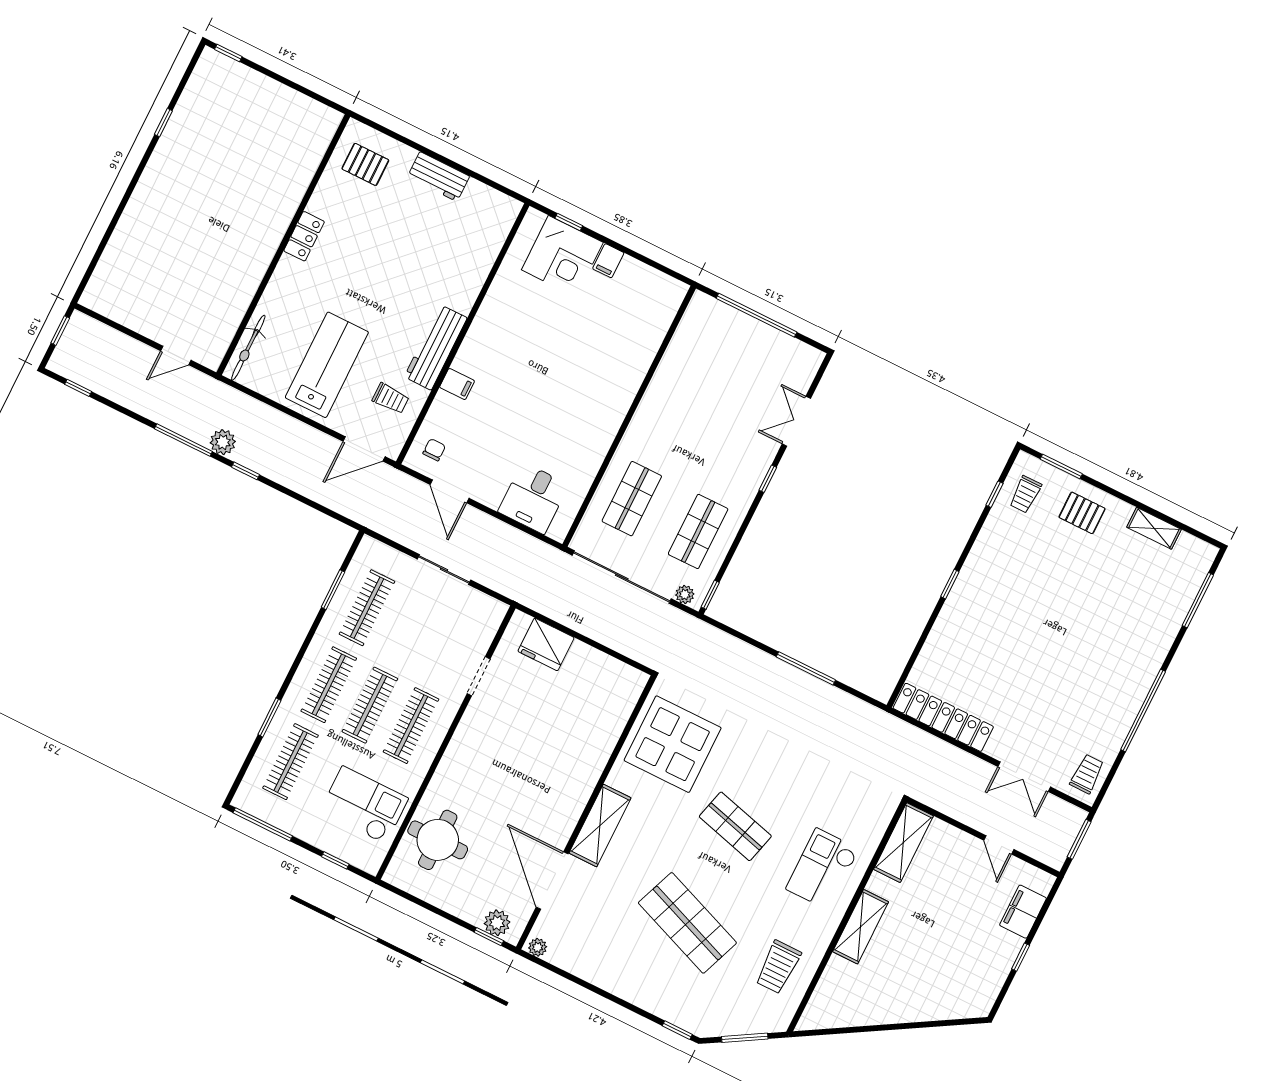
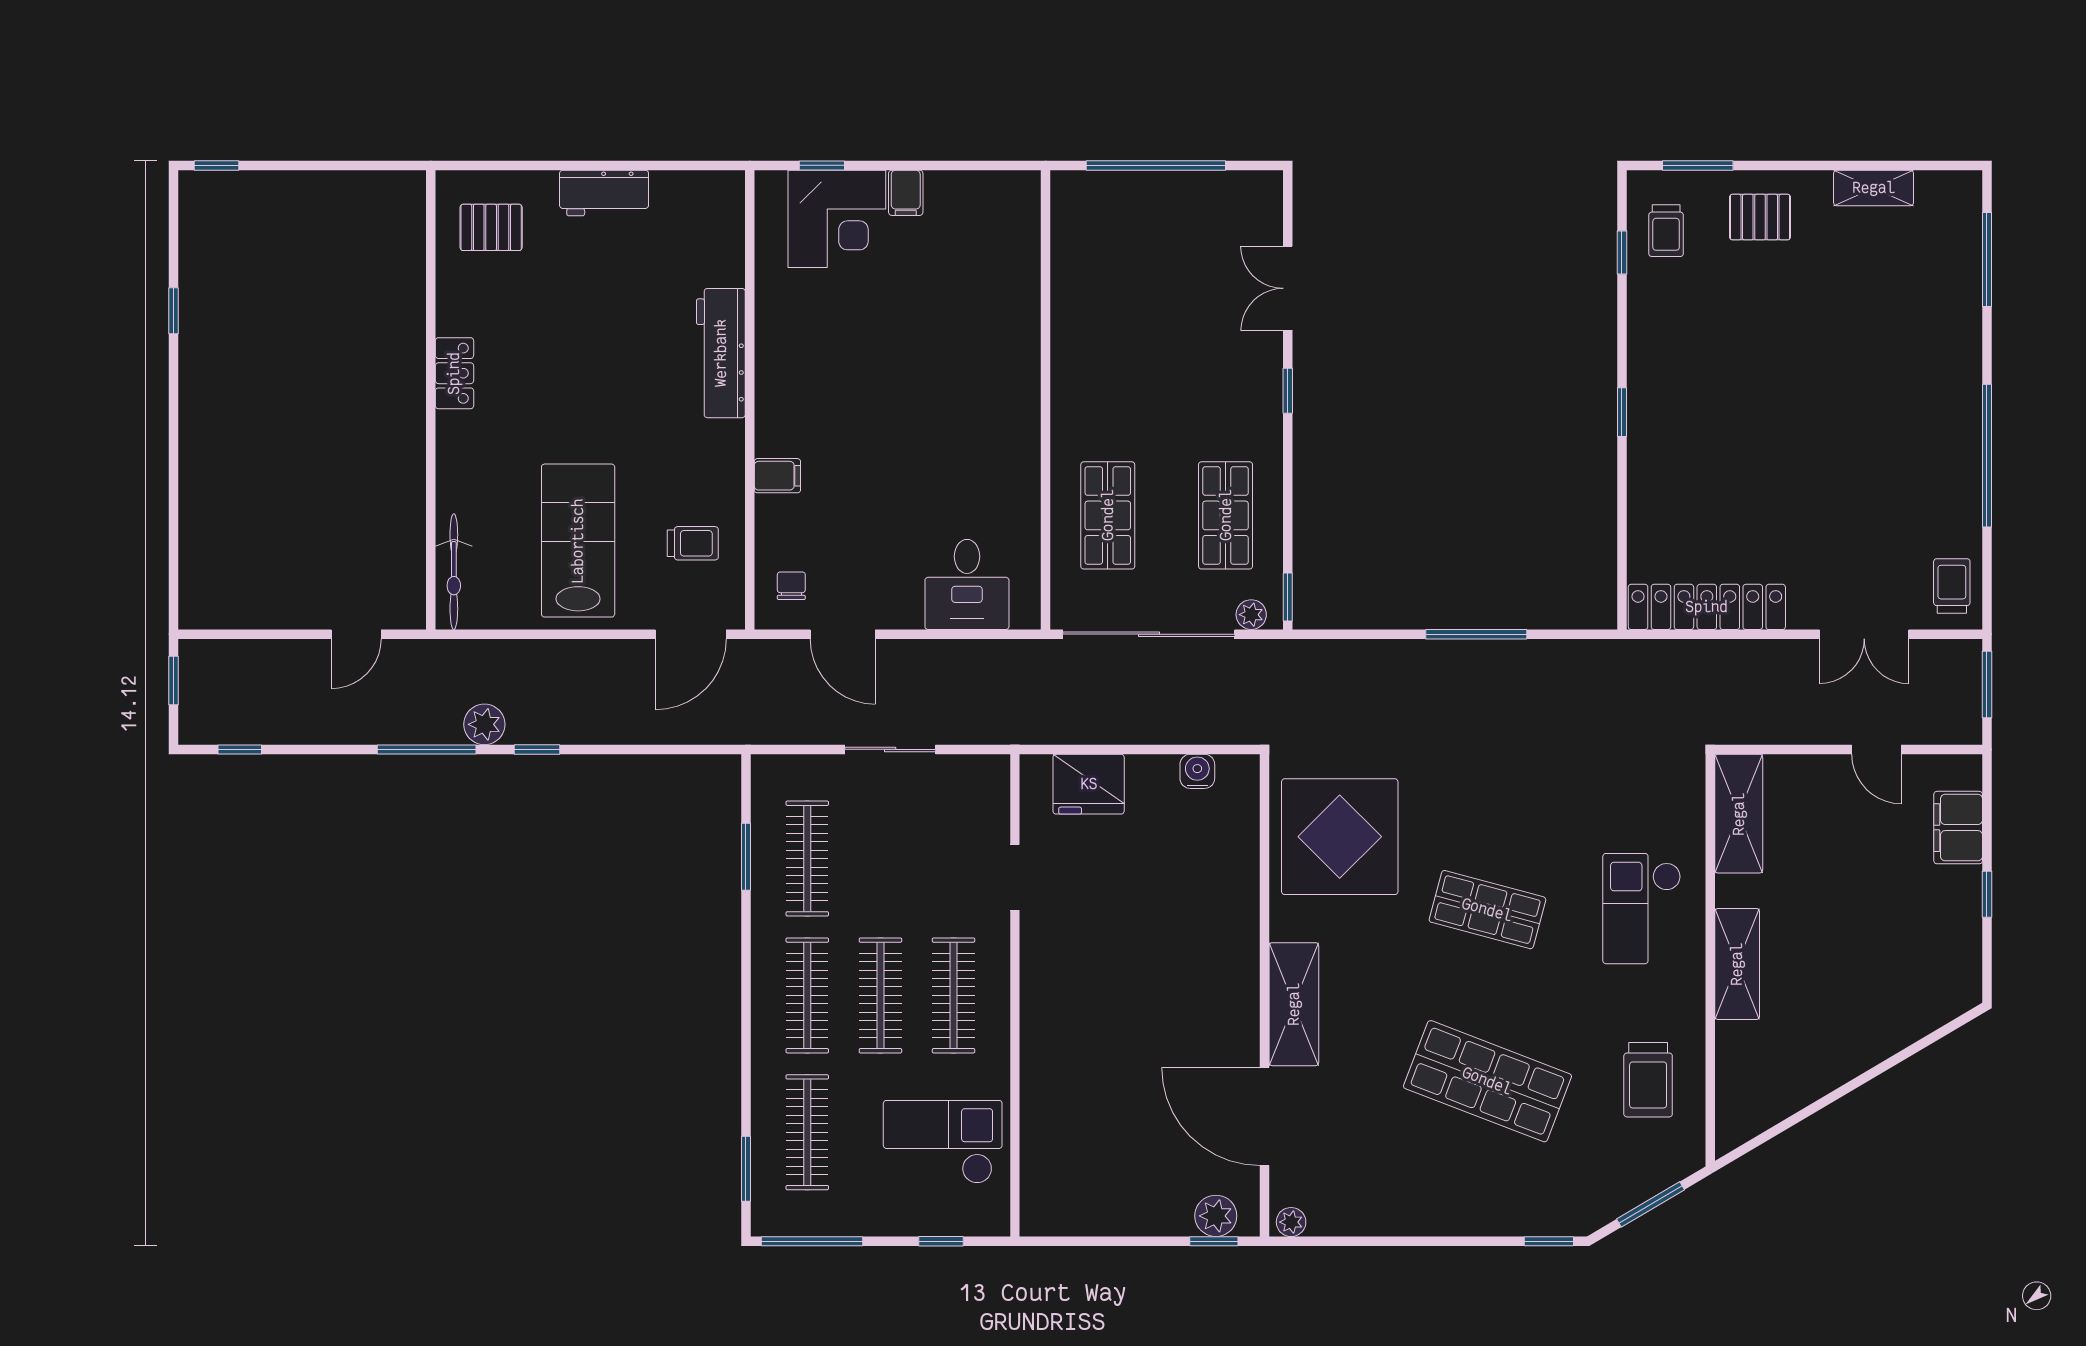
workbench: (436, 347) -> (721, 353), moved
water cooler: (611, 668) -> (1197, 771), added
window: (269, 718) -> (746, 1169), moved
round table: (438, 840) -> (1073, 1140), removed

